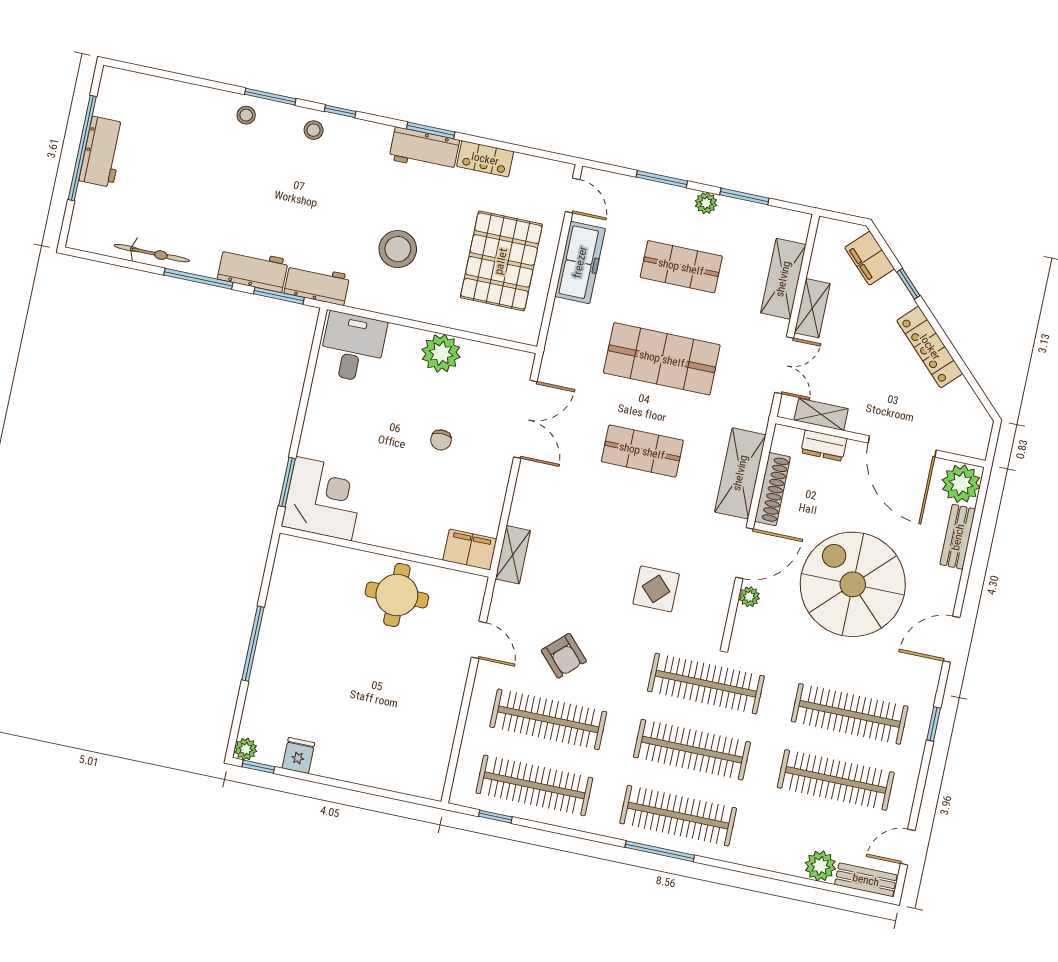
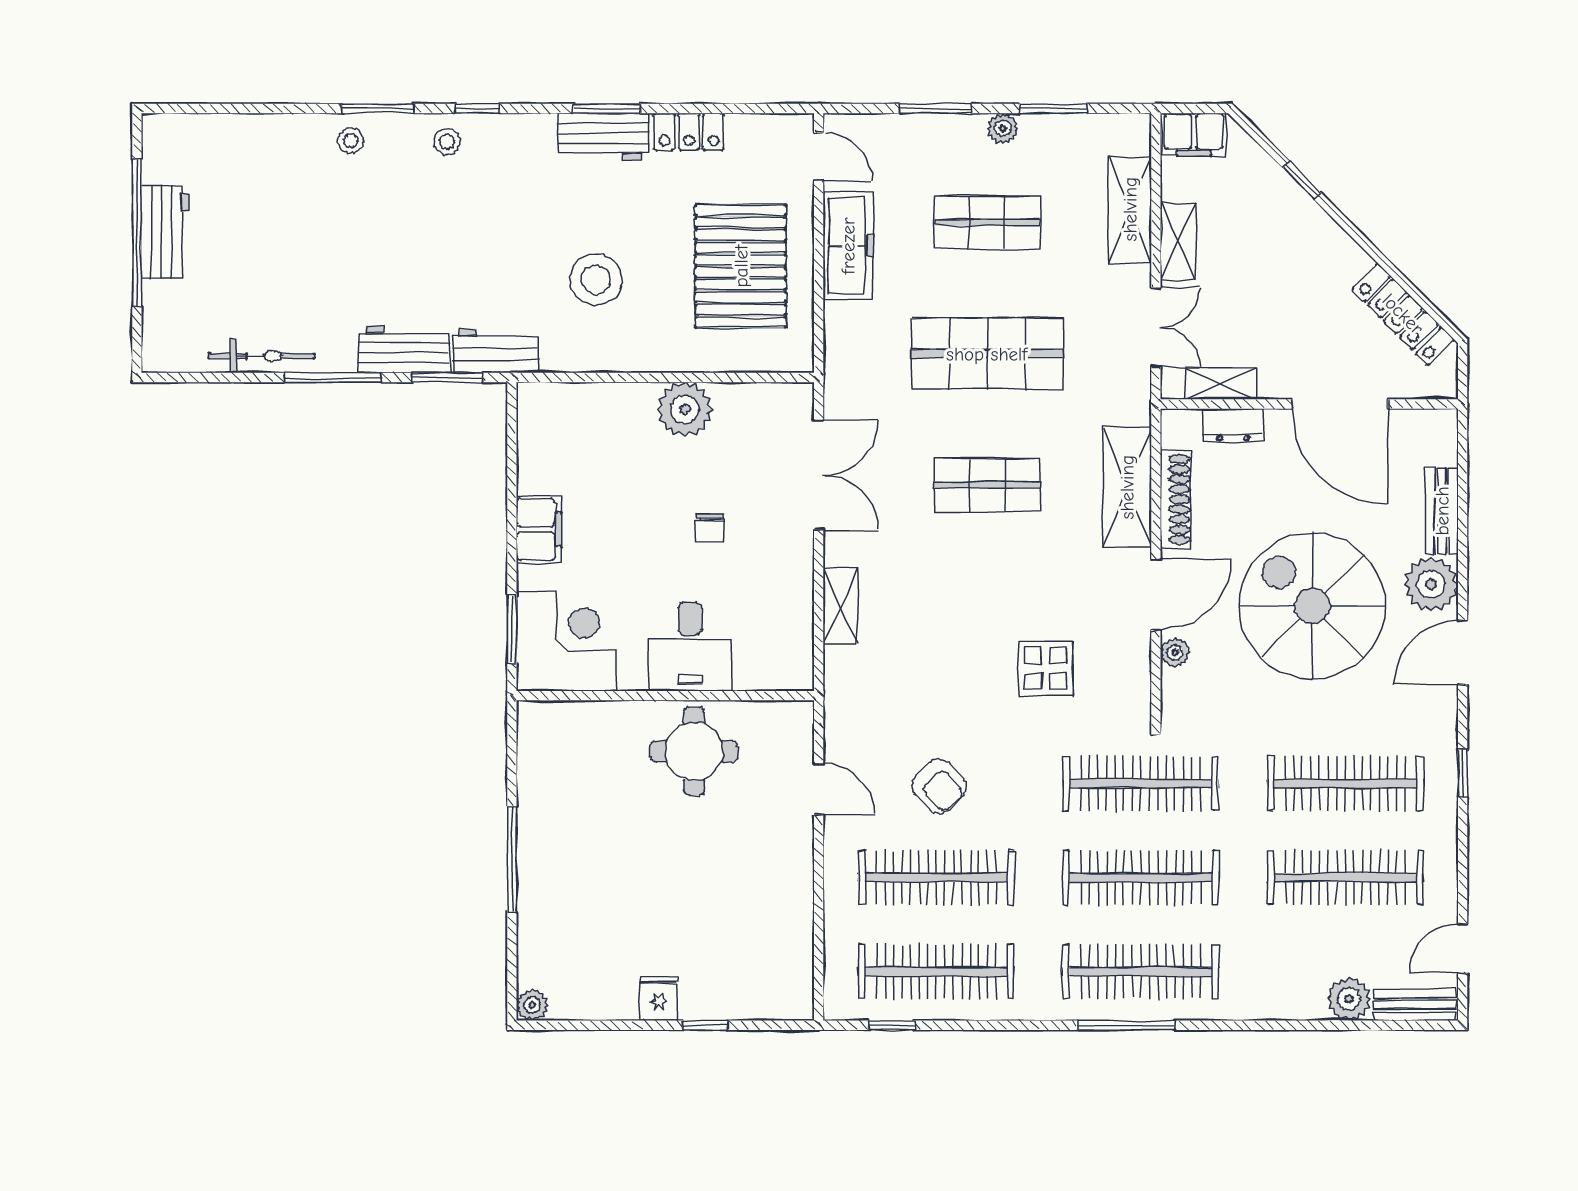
filing cabinet: (870, 258) -> (1194, 134), moved, turned -45
desk: (353, 347) -> (690, 647), moved, turned 180
locker: (930, 347) -> (1403, 314), moved
plant: (961, 484) -> (1431, 584), moved
filing cabinet: (470, 550) -> (539, 529), moved, turned 90
shelving: (513, 555) -> (840, 606), moved
fridge: (298, 755) -> (658, 998), moved
window: (258, 767) -> (705, 1025), moved

